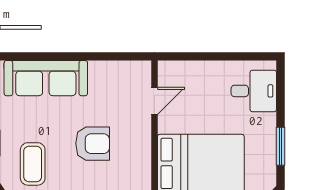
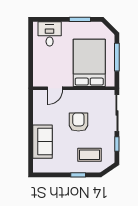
sofa: (46, 78) -> (43, 142), width x0.73
door: (154, 101) -> (55, 88), swing flipped

